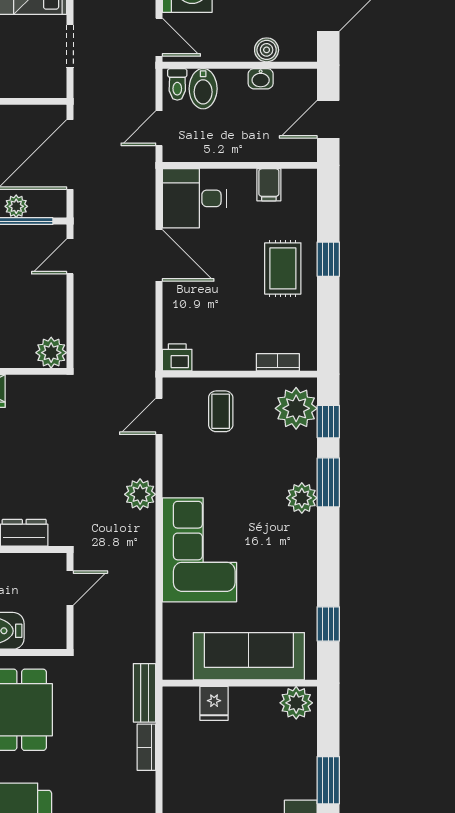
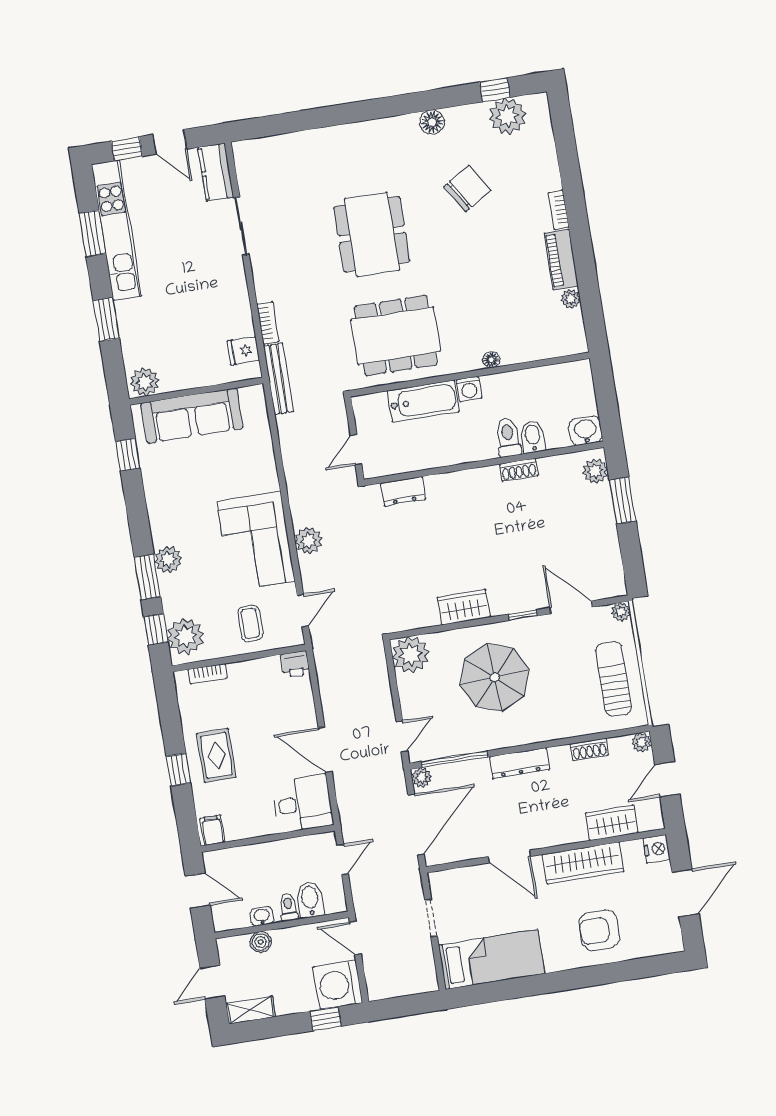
toilet: (177, 84) -> (288, 907), moved
door: (328, 119) -> (198, 891), hinge flipped
filing cabinet: (269, 185) -> (213, 830), moved
plant: (16, 206) -> (422, 778), moved
plant: (51, 353) -> (410, 655), width x1.36, depth x1.36
corner sofa: (199, 550) -> (256, 541), moved
bench: (145, 693) -> (279, 379), width x1.36
fridge: (214, 703) -> (243, 351), moved, turned -90

